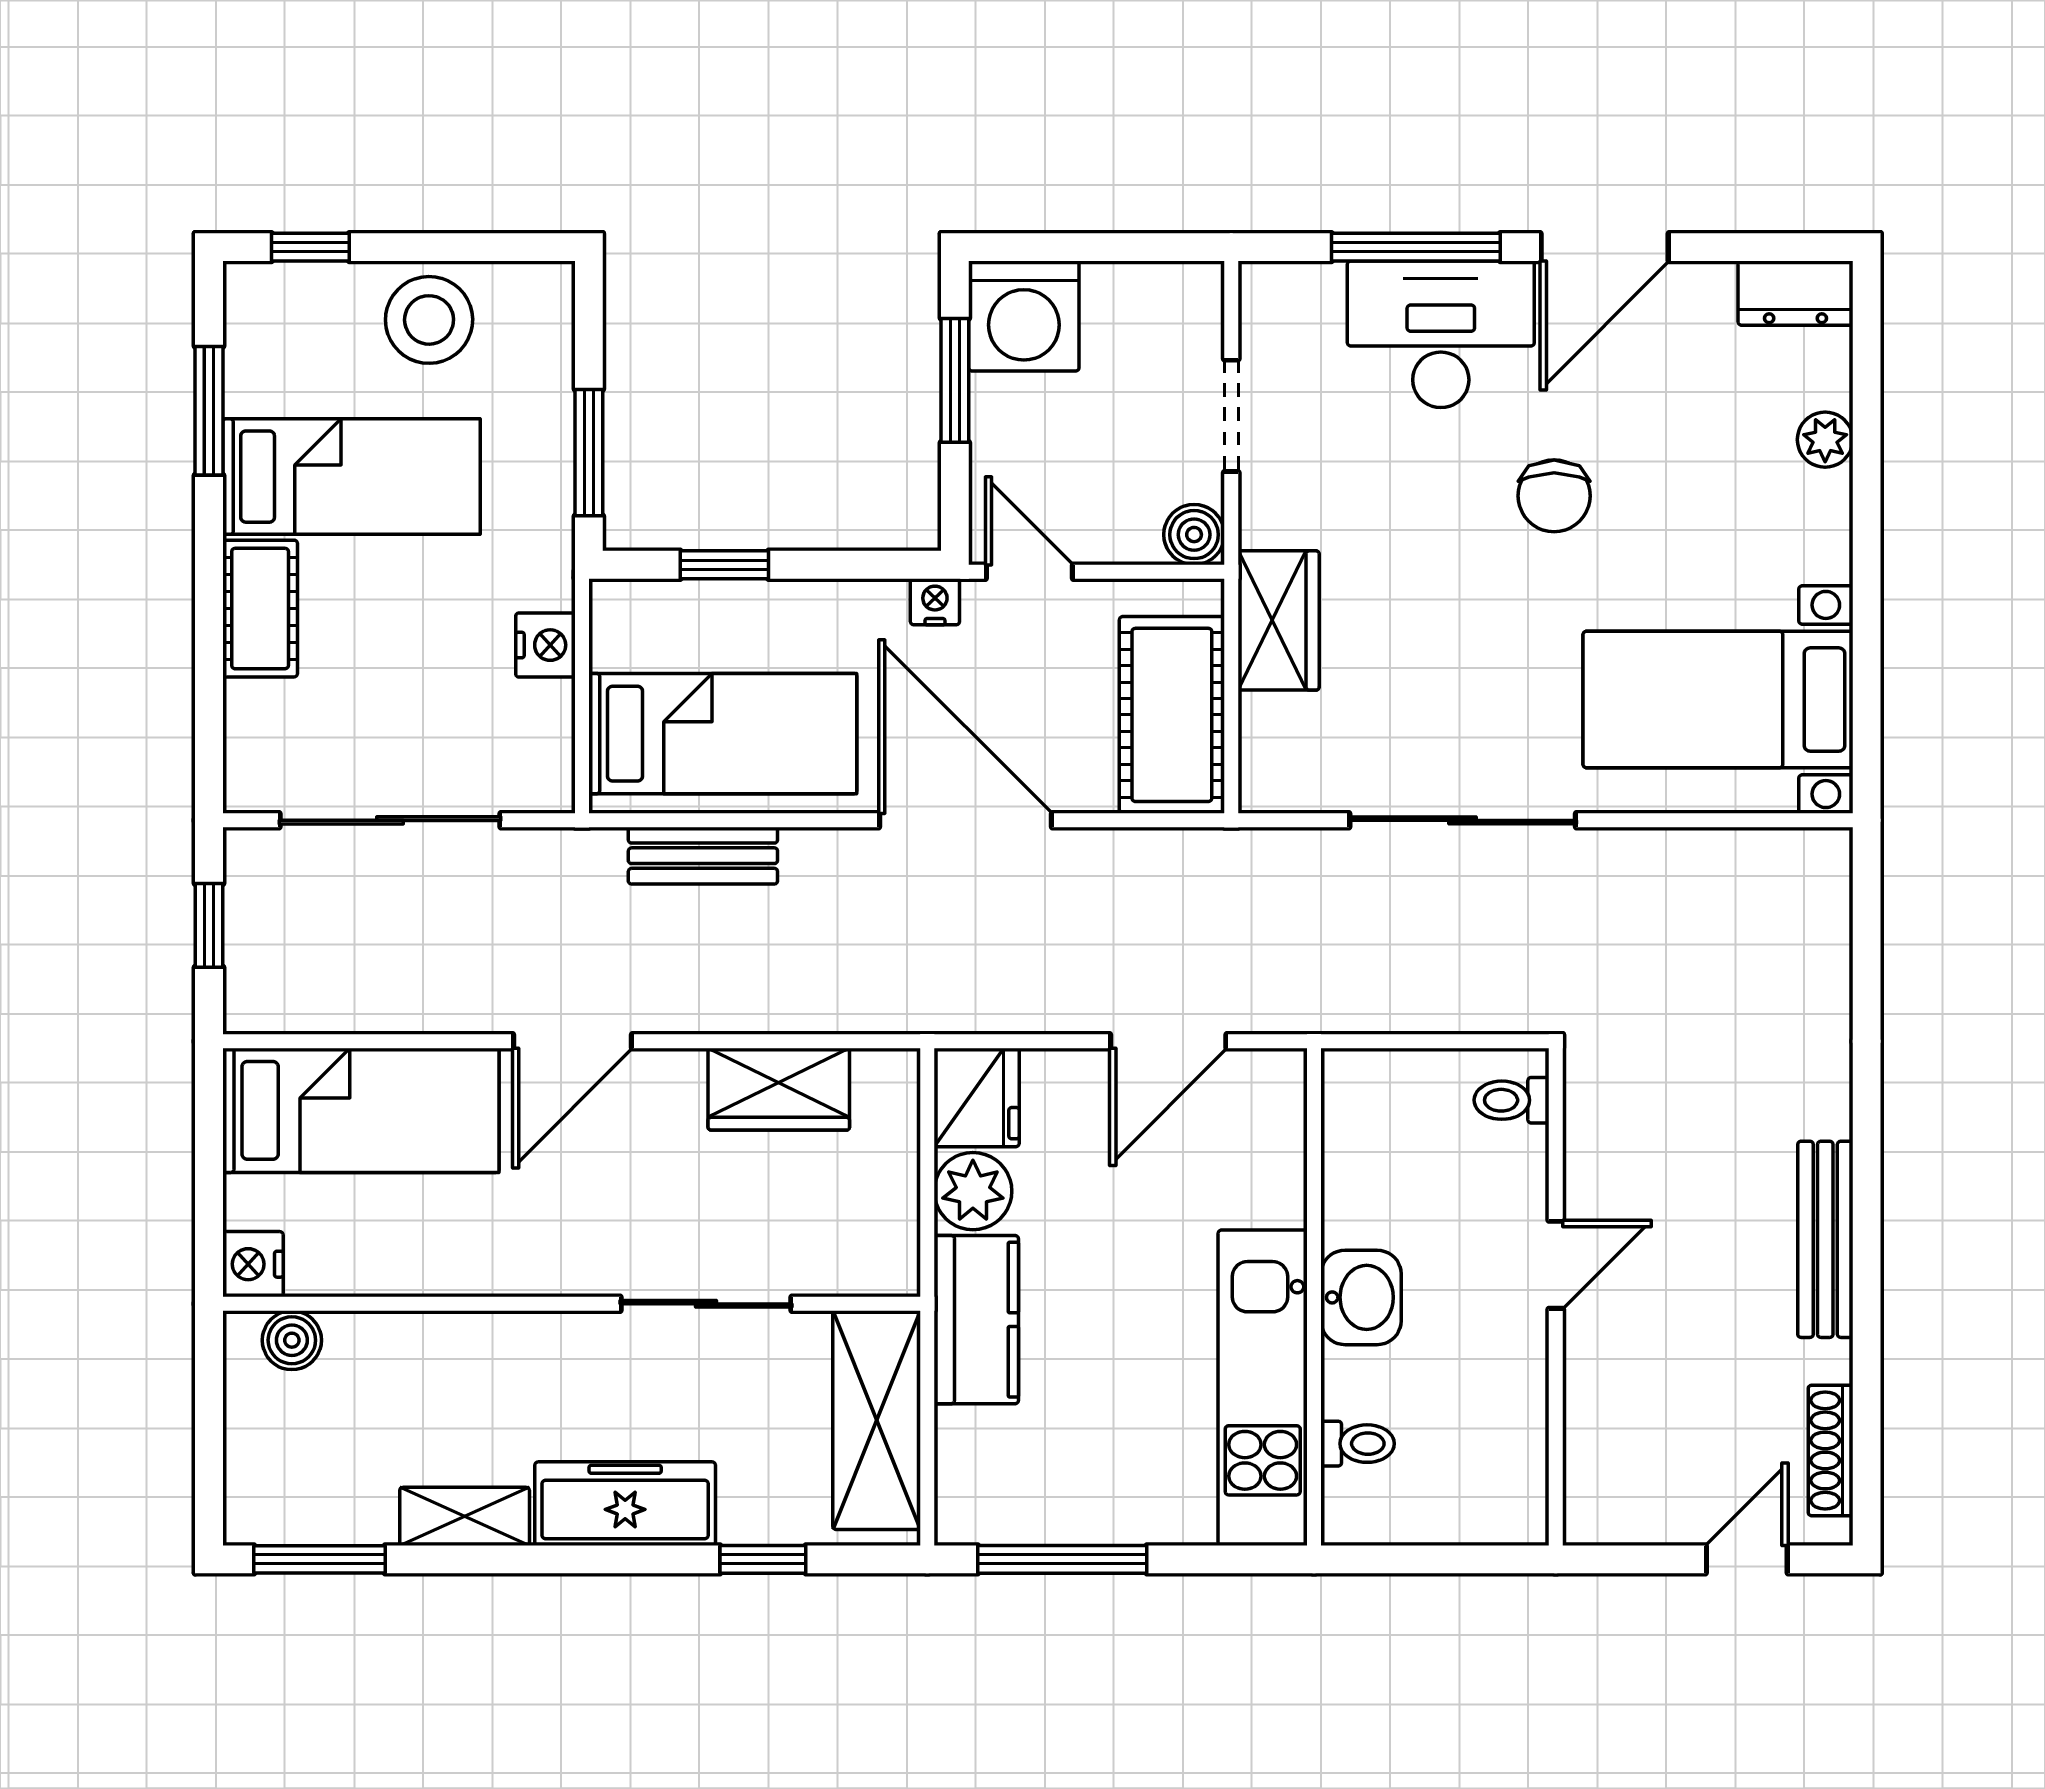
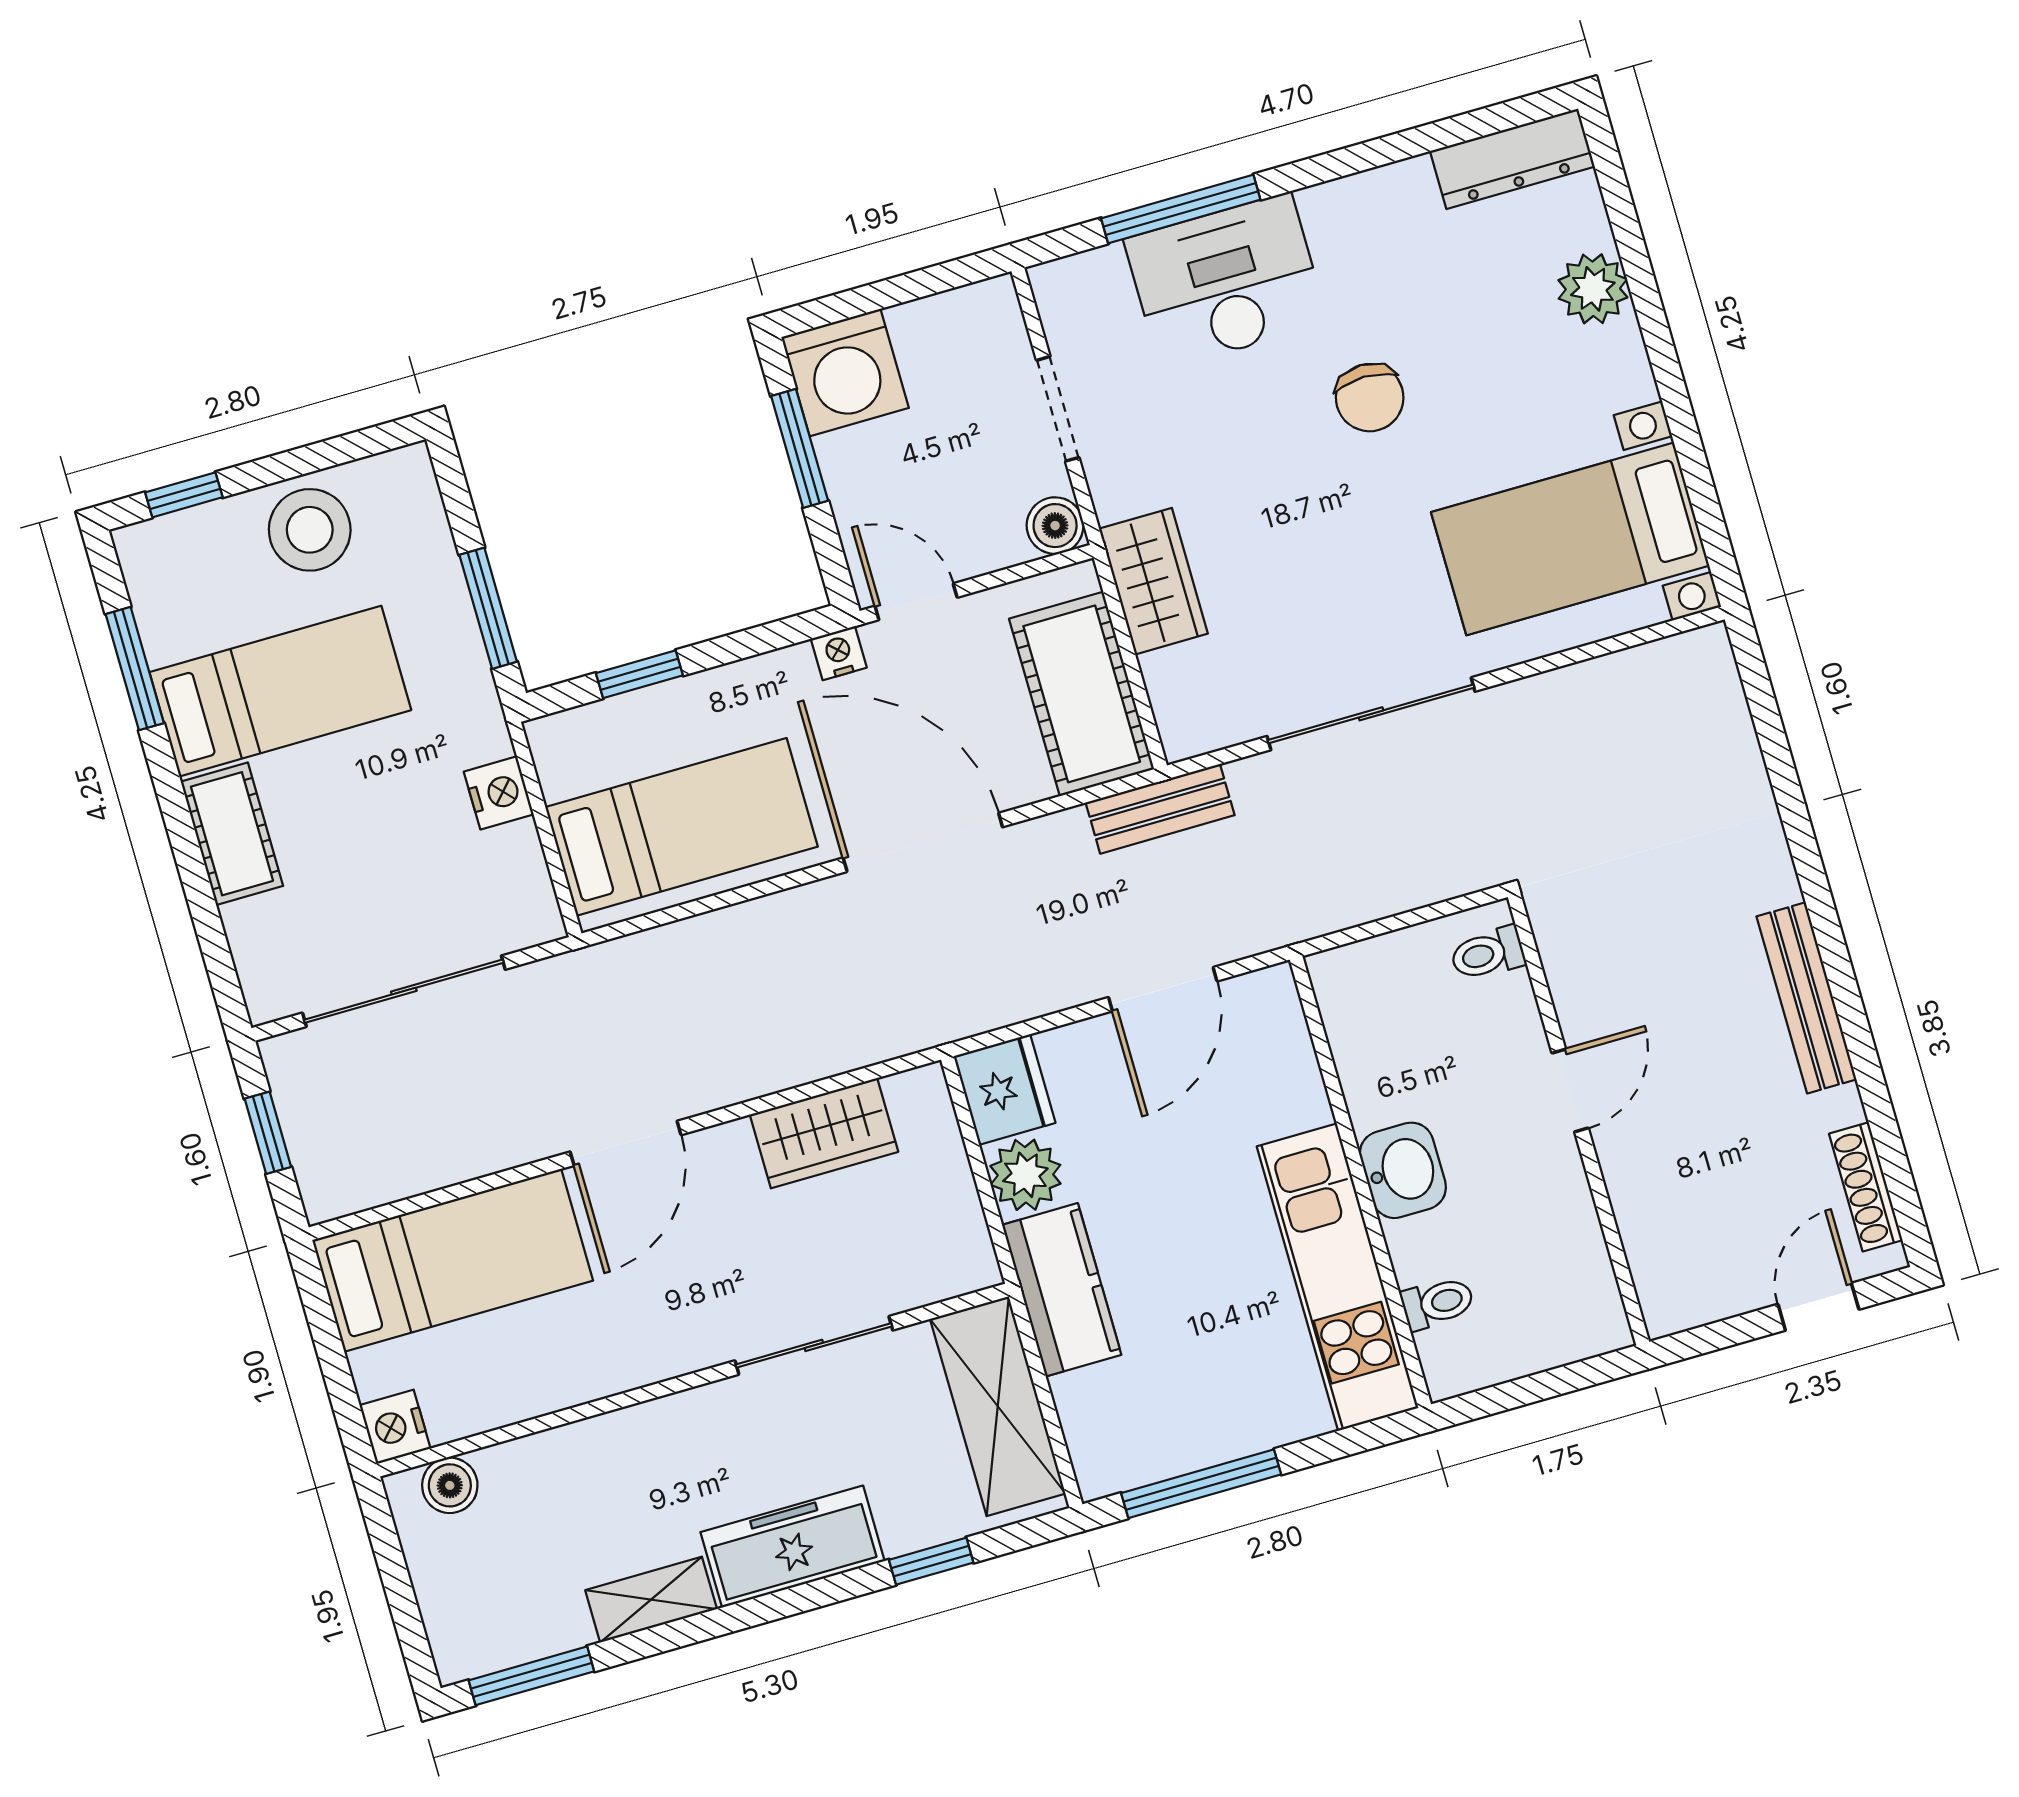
door: (1605, 247) -> (1351, 160), removed
dresser: (1795, 293) -> (1512, 159), width x1.44
plant: (1825, 440) -> (1593, 289), width x1.38, depth x1.38
bench: (703, 856) -> (1160, 809), moved

